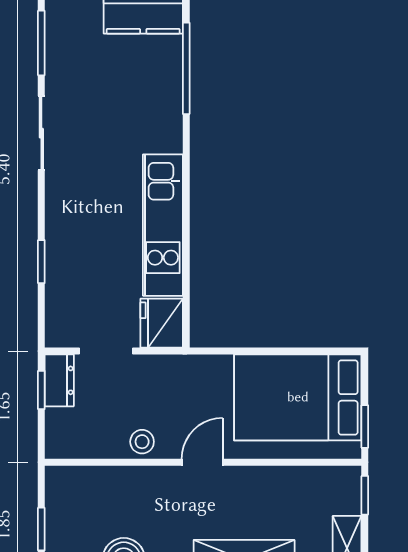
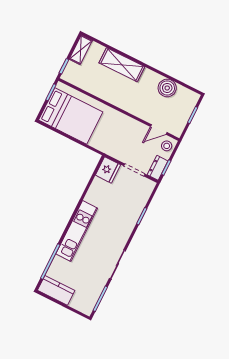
kitchen unit: (163, 225) -> (77, 231), moved
stool: (142, 442) -> (167, 146), moved
door: (202, 462) -> (159, 130), moved

